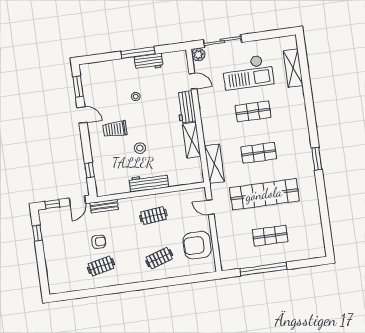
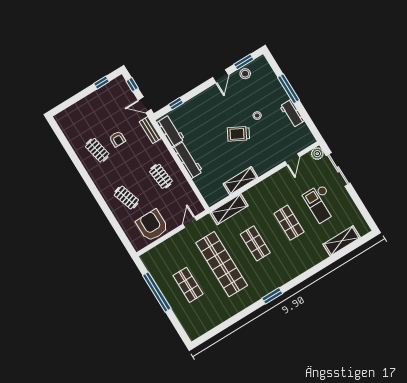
window: (138, 53) -> (289, 89), moved
checkout: (248, 72) -> (321, 203), width x0.73, depth x0.83
workbench: (186, 107) -> (171, 131), moved, turned 90
trolley: (115, 129) -> (238, 134), moved, turned -62
stool: (140, 148) -> (245, 74), moved

